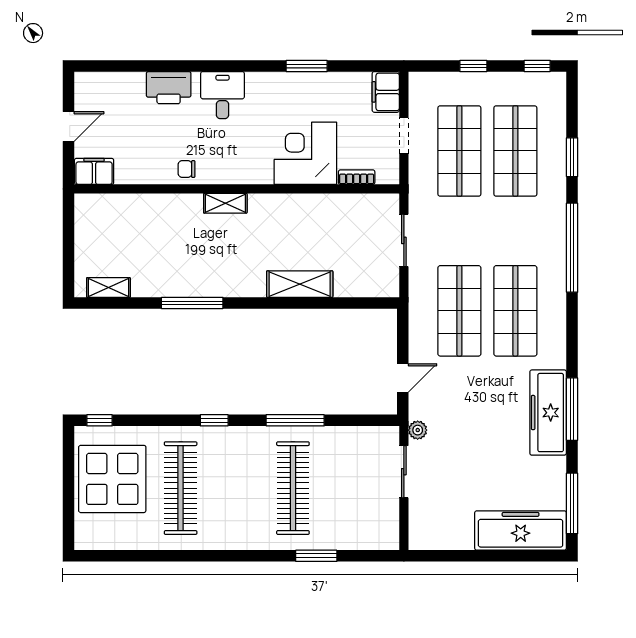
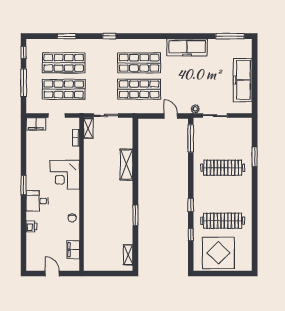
window: (307, 66) -> (24, 185), moved
window: (473, 66) -> (24, 83), width x2.17
printer: (169, 88) -> (31, 226), width x0.53, depth x0.68
corner desk: (305, 153) -> (65, 175), moved
filing cabinet: (94, 171) -> (73, 250), moved
shelving: (225, 203) -> (88, 128), moved
window: (572, 248) -> (109, 36), width x0.32
window: (192, 303) -> (135, 215), width x0.69
window: (572, 409) -> (185, 36), removed
window: (99, 420) -> (191, 235), moved
window: (295, 420) -> (191, 138), moved
freezer: (521, 530) -> (243, 80), moved

